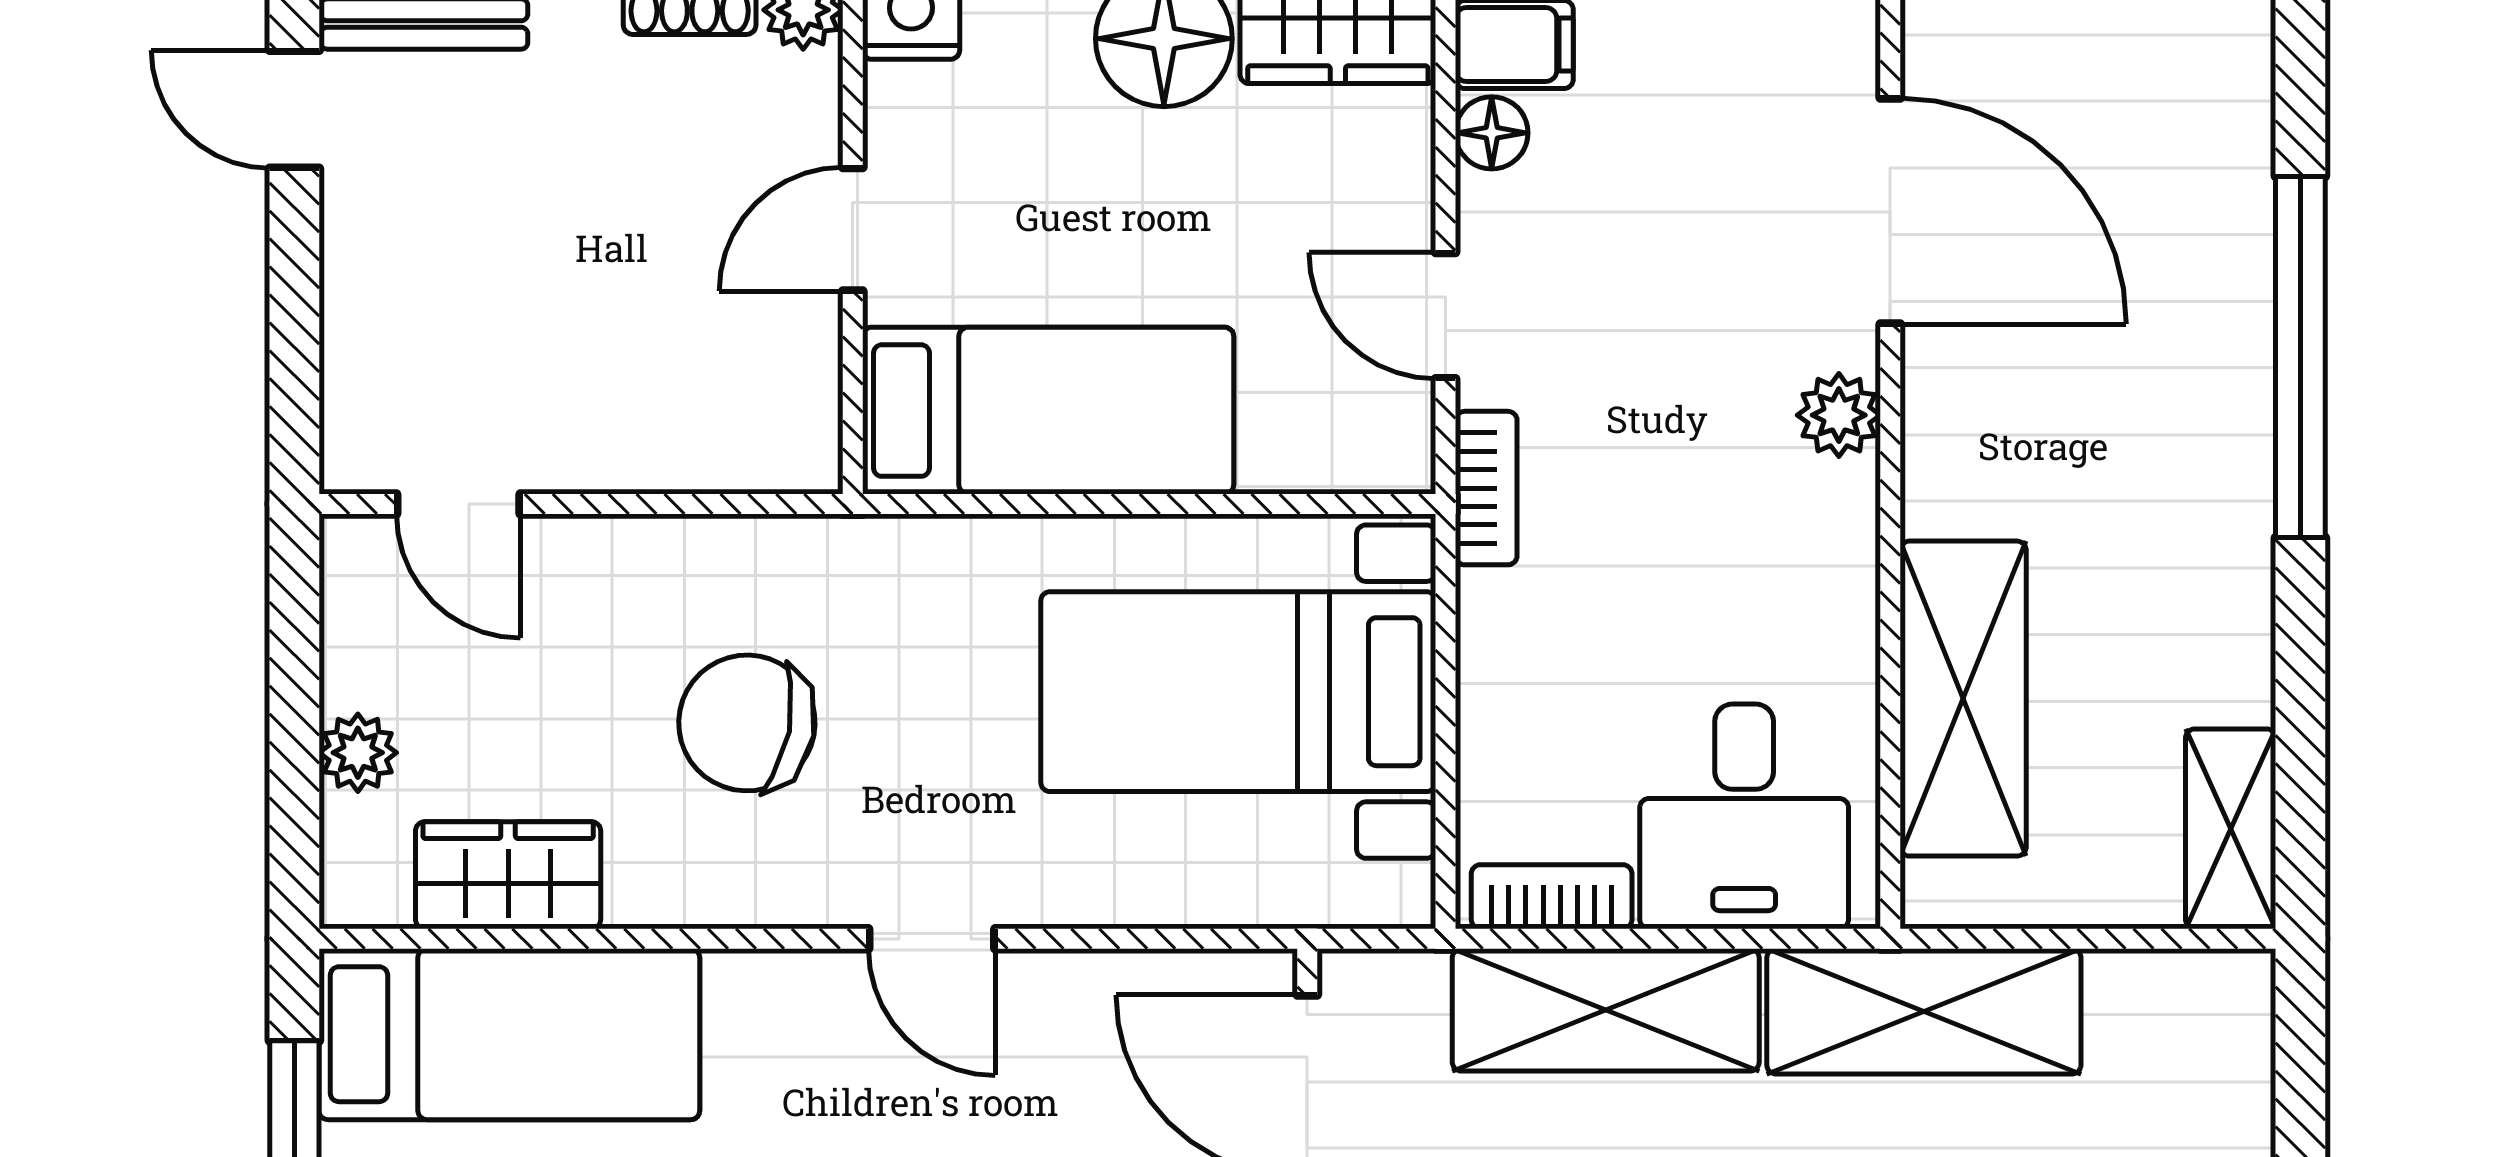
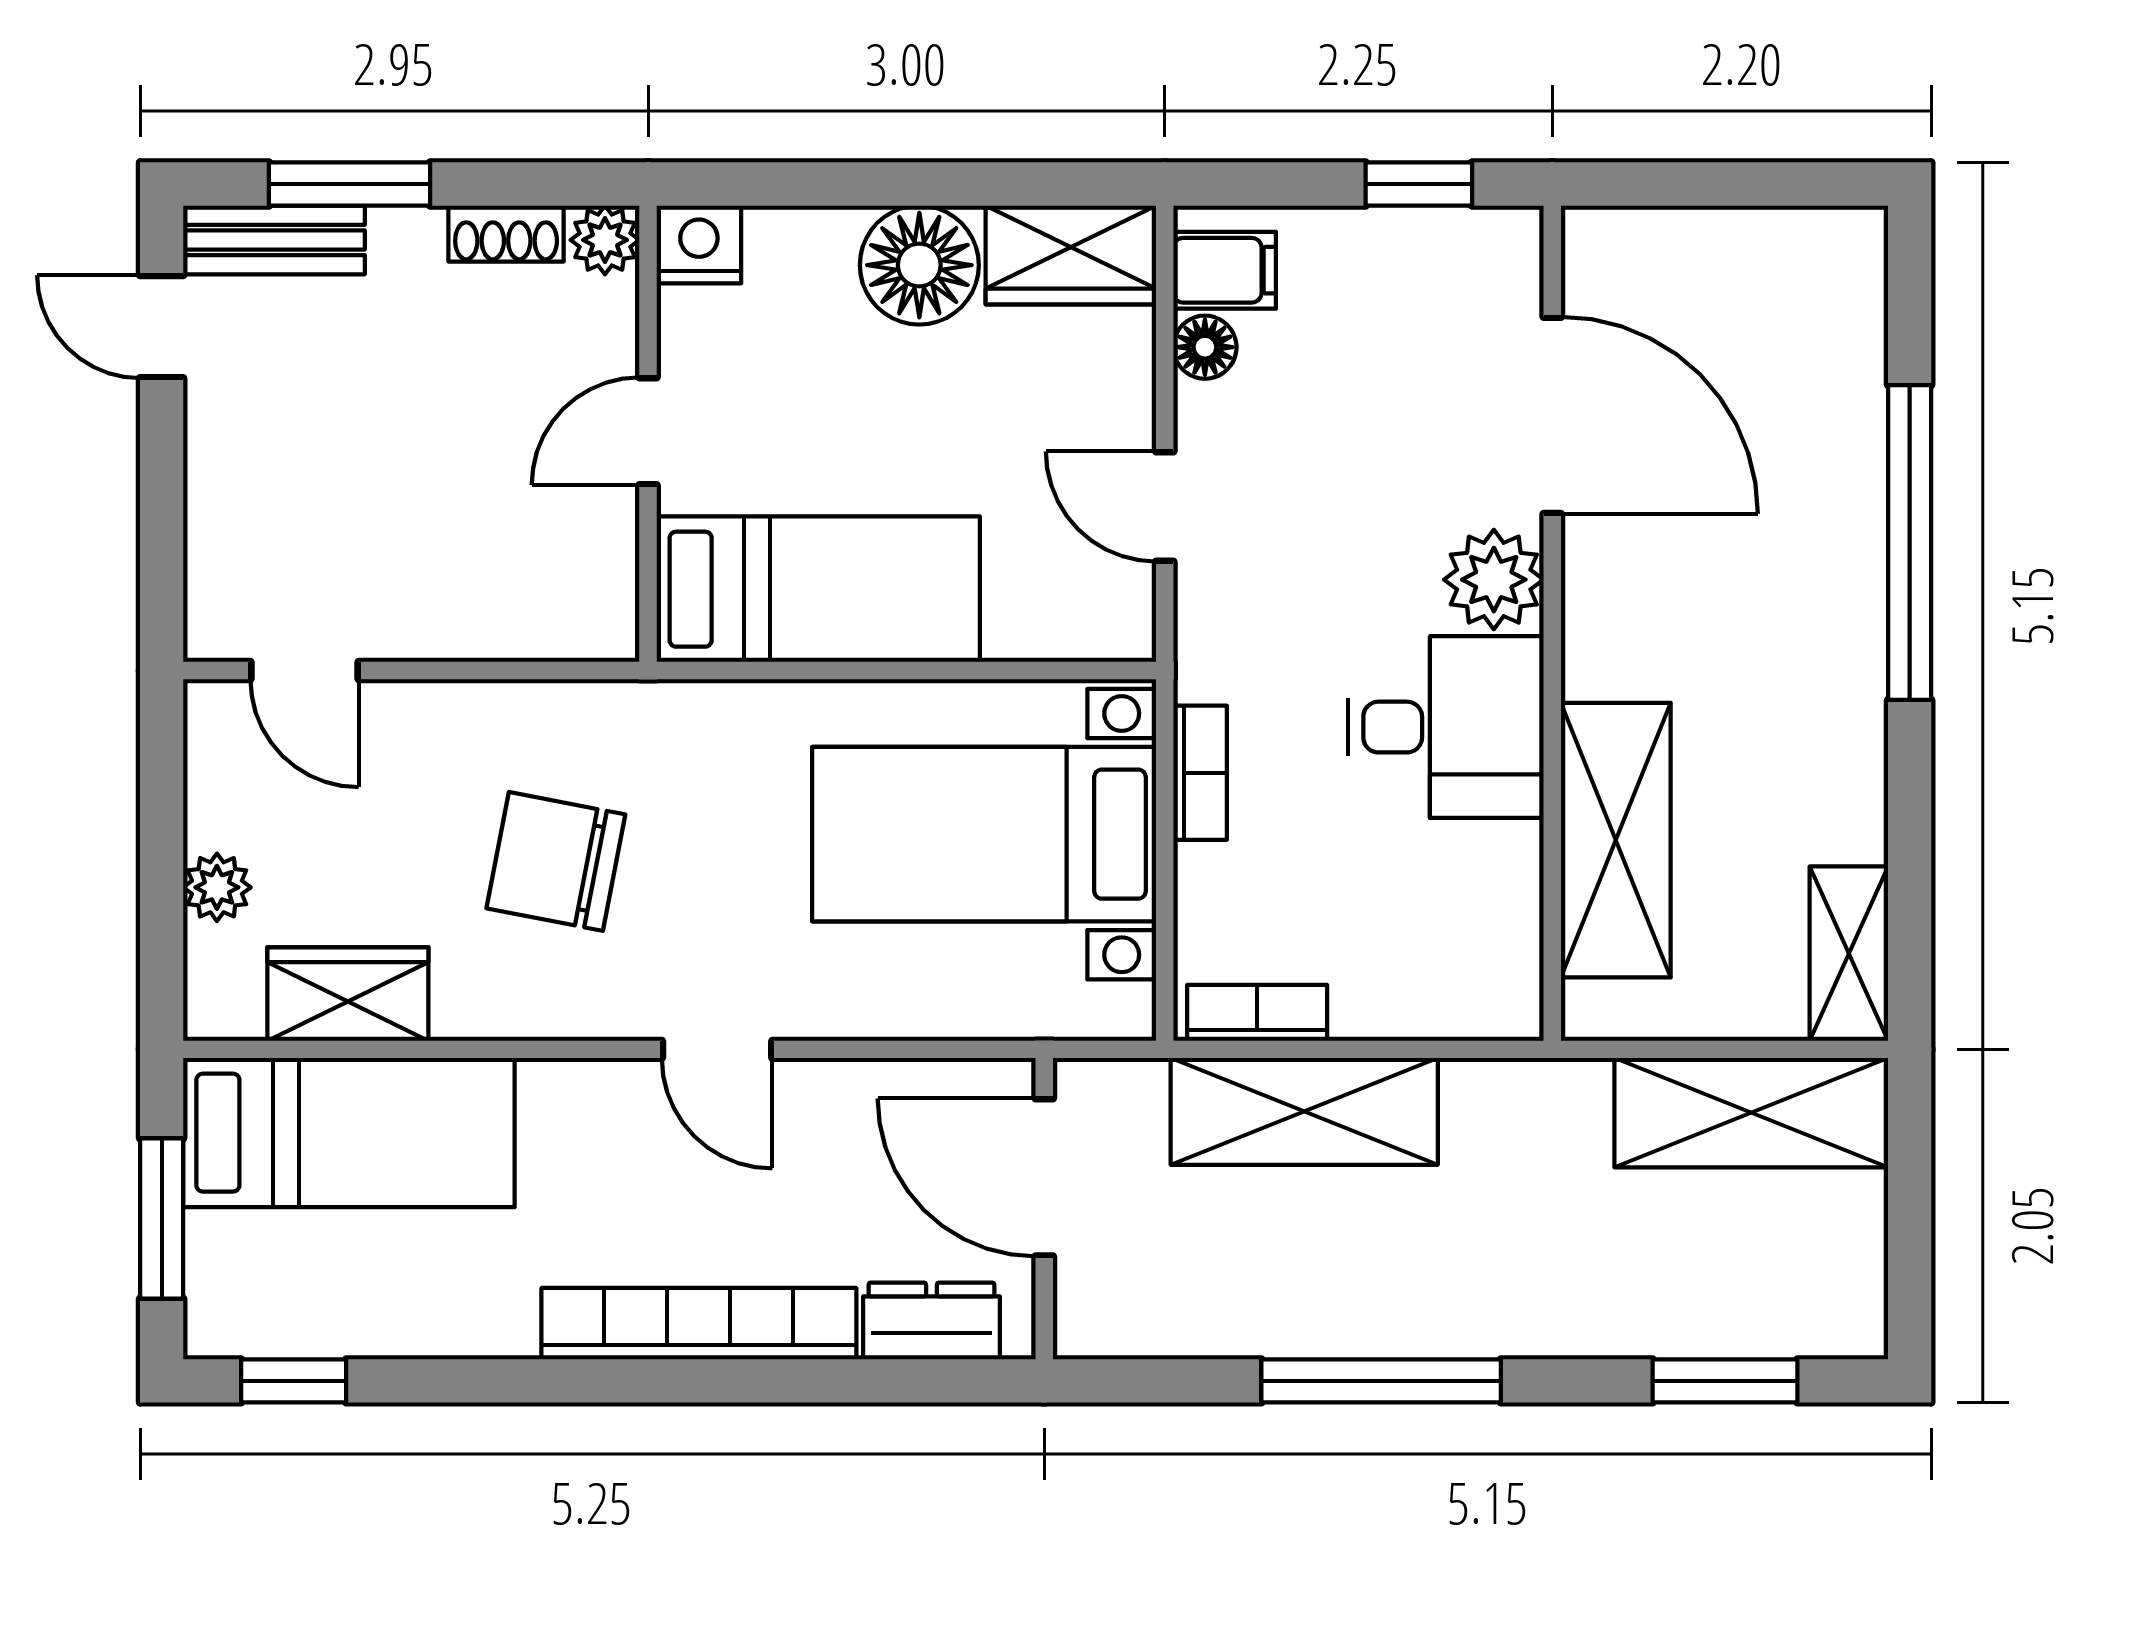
plant: (1839, 415) -> (1494, 580), width x1.38, depth x1.38
bookcase: (1486, 488) -> (1200, 773), moved
desk: (1744, 816) -> (1446, 727), moved, turned -90
shelving: (1924, 1011) -> (1751, 1113), moved

